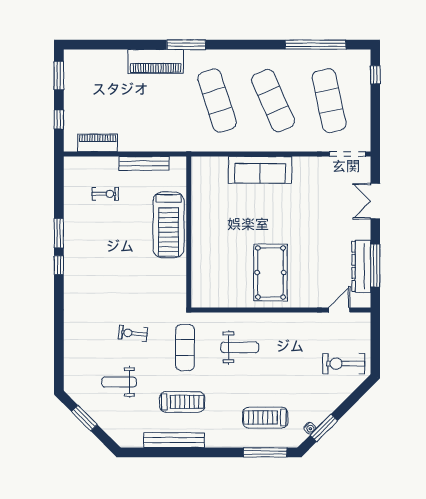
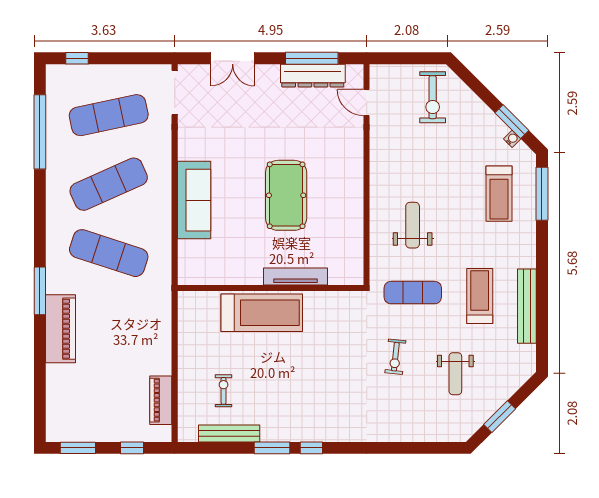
exercise mat: (217, 101) -> (109, 253), turned 36
bench: (144, 163) -> (229, 434), moved, turned 90
tv unit: (198, 252) -> (295, 276), added
pool table: (271, 273) -> (286, 195), moved, turned 90

